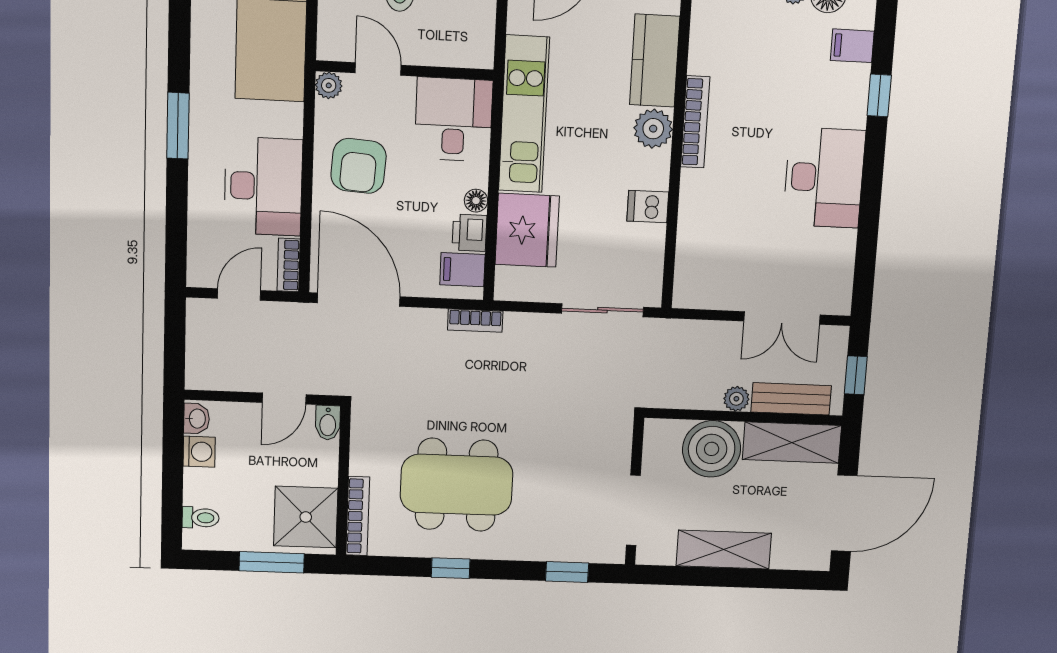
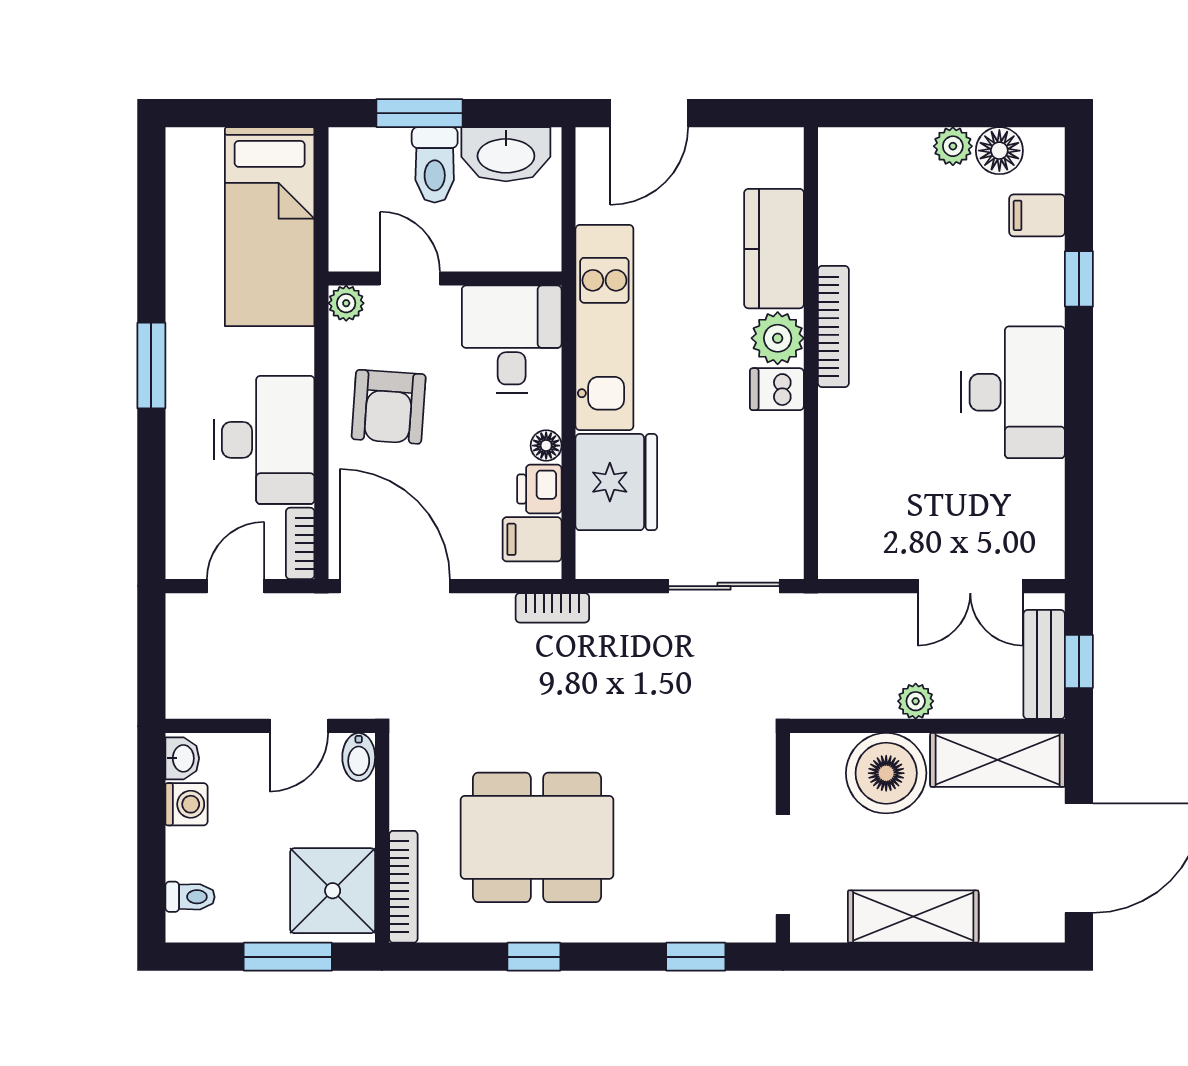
dishwasher: (648, 207) -> (777, 389), moved
bench: (791, 399) -> (1044, 664), moved, turned 90

